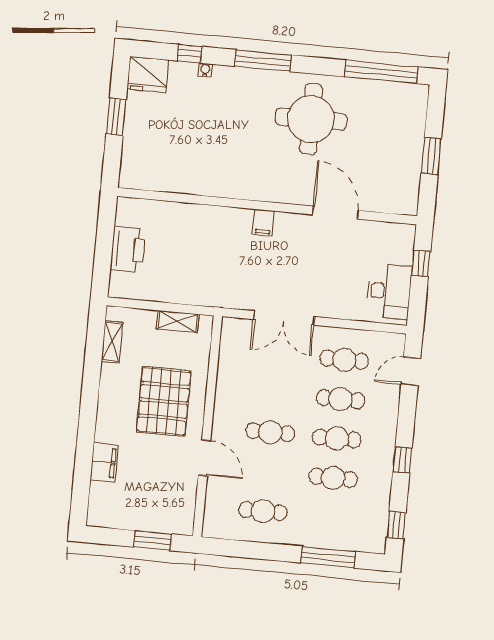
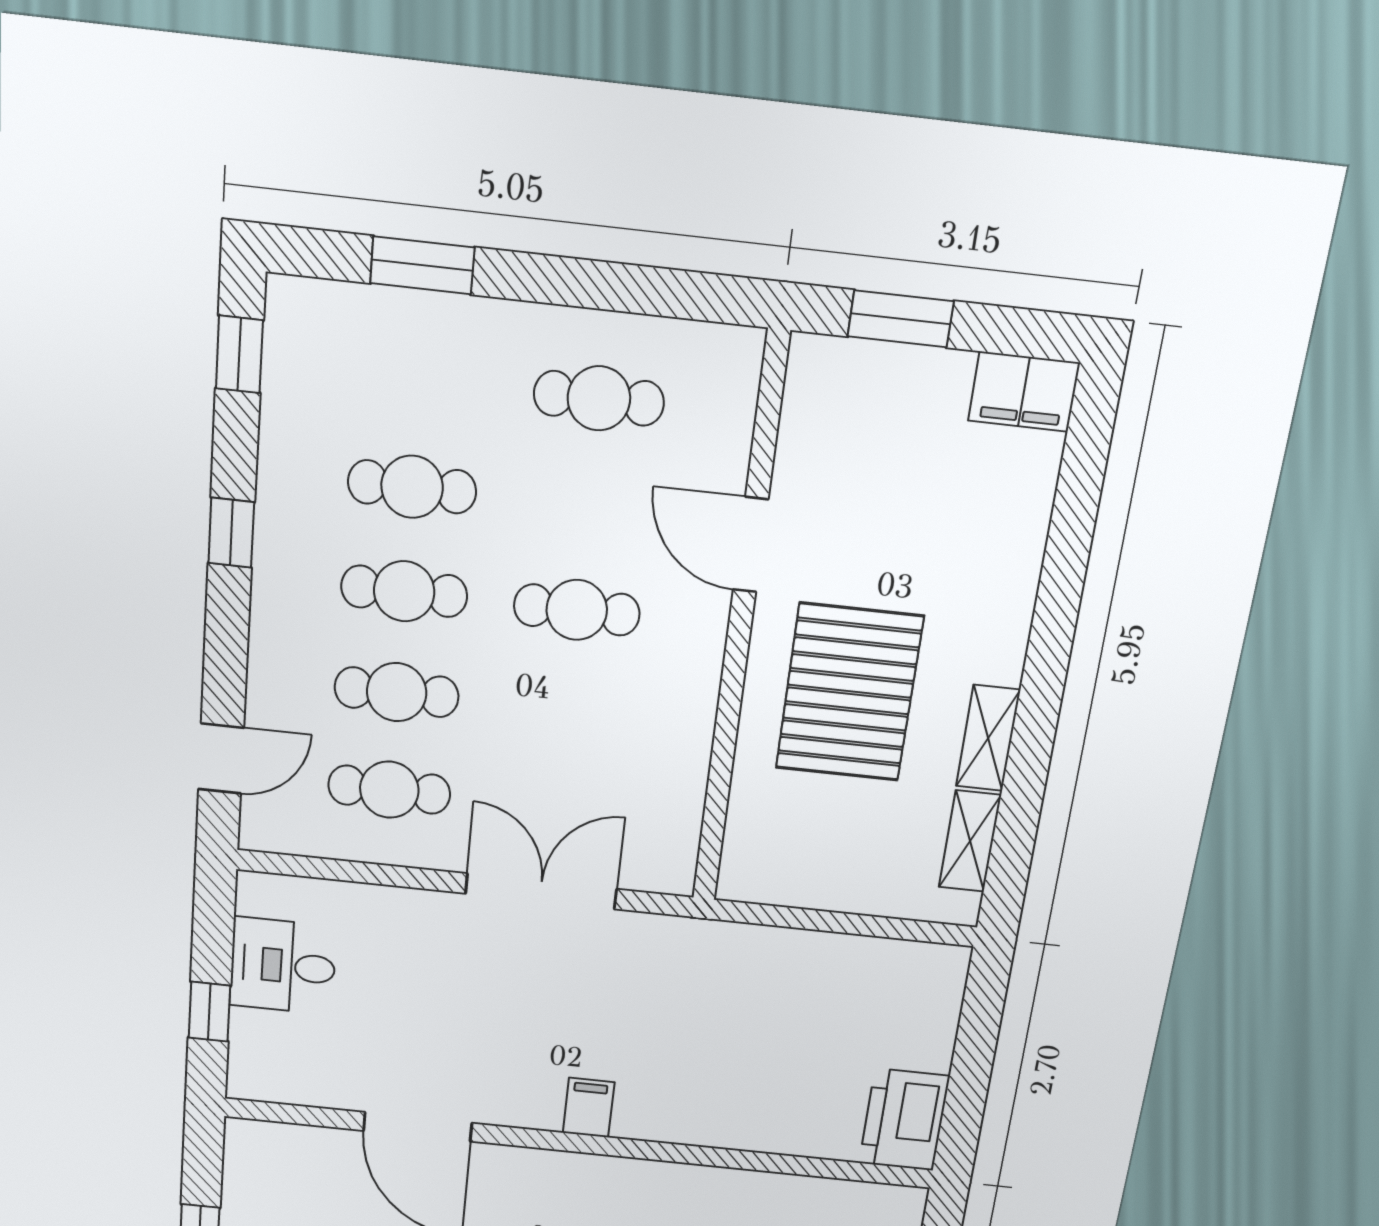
printer: (128, 249) -> (904, 1120), moved
desk: (389, 291) -> (283, 966), width x0.73
shelving: (178, 321) -> (988, 738), moved, turned 90
filing cabinet: (104, 462) -> (1024, 392), moved, turned -90
window: (328, 557) -> (422, 265), width x0.69

